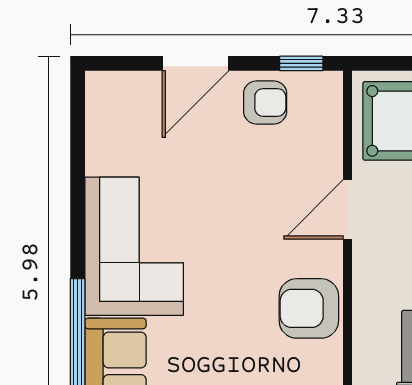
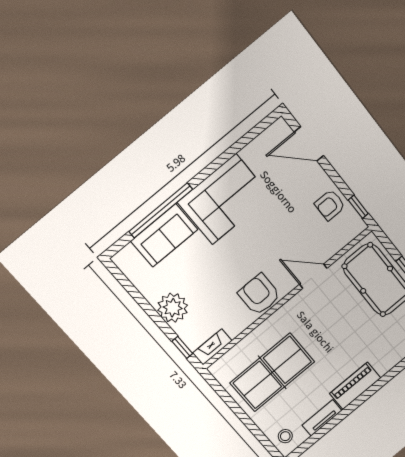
door: (196, 63) -> (309, 144), moved
armchair: (265, 102) -> (330, 205), turned 90

